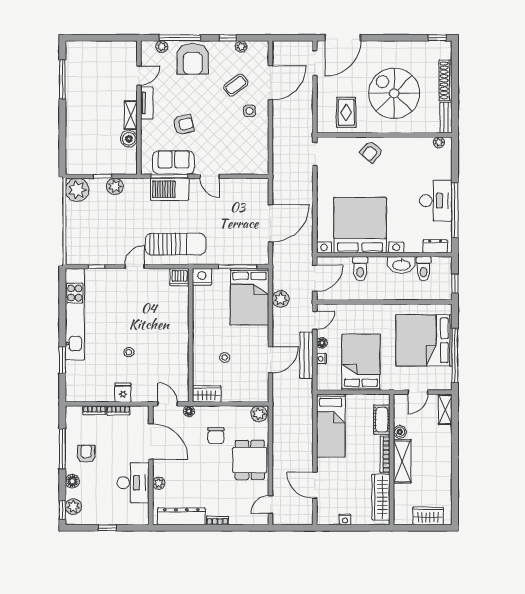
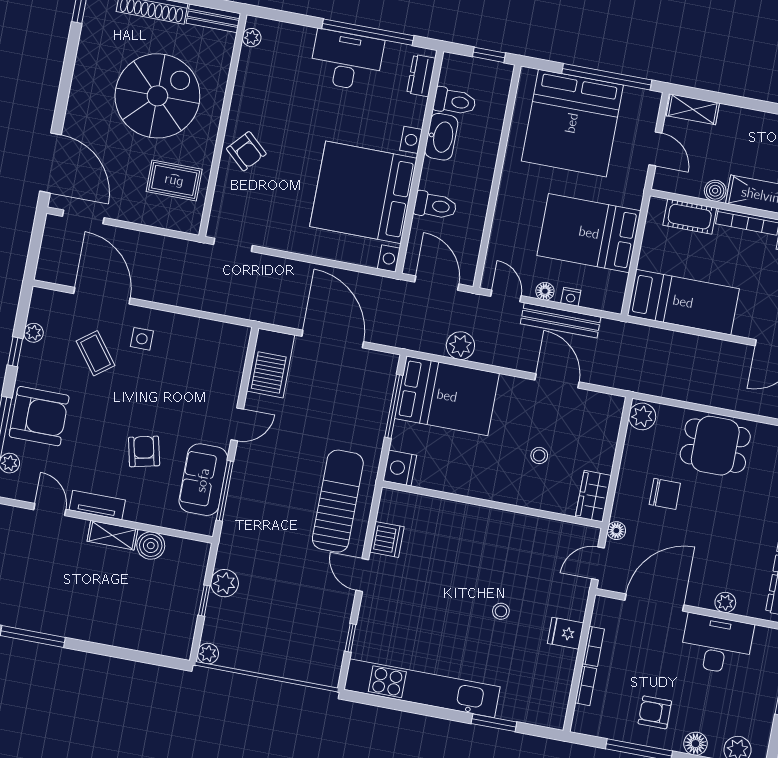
spiral stairs: (394, 93) -> (157, 96), turned 180
barbecue: (170, 189) -> (271, 363), moved
plant: (77, 190) -> (208, 654), width x0.53, depth x0.53
dishwasher: (179, 277) -> (387, 539), moved

